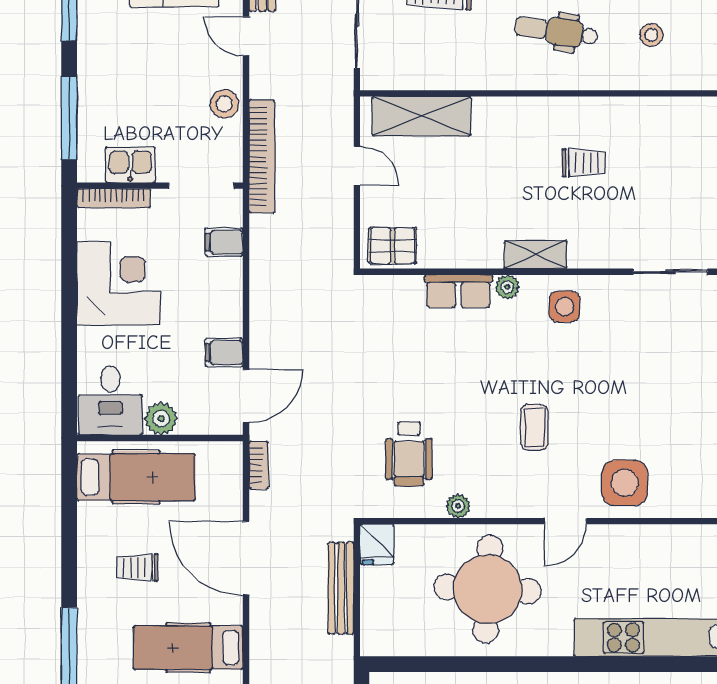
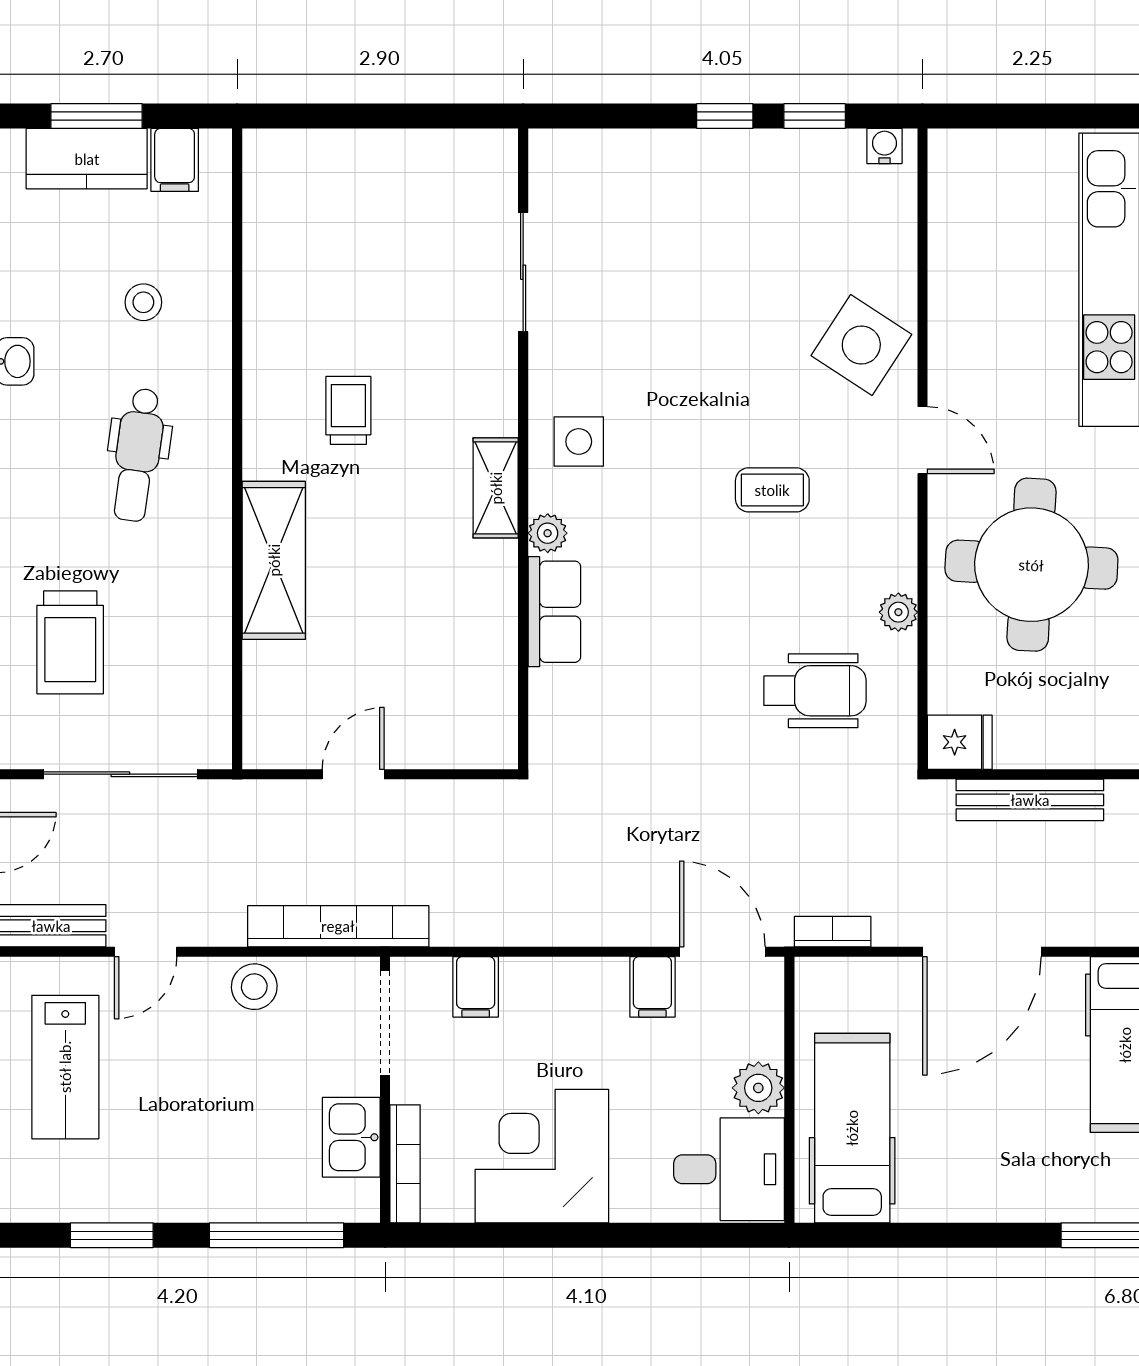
shelving: (421, 116) -> (274, 560), moved
pallet: (393, 246) -> (481, 717), removed
side table: (625, 483) -> (861, 345), turned 33
trolley: (137, 567) -> (997, 1126), removed

